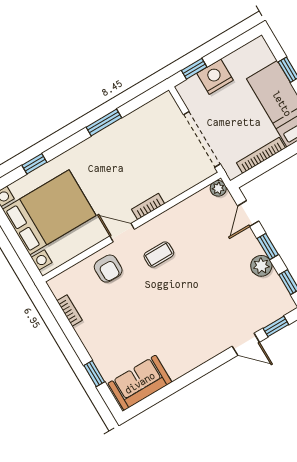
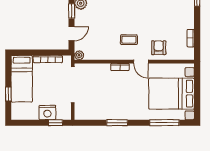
window: (34, 164) -> (164, 123), width x2.17

